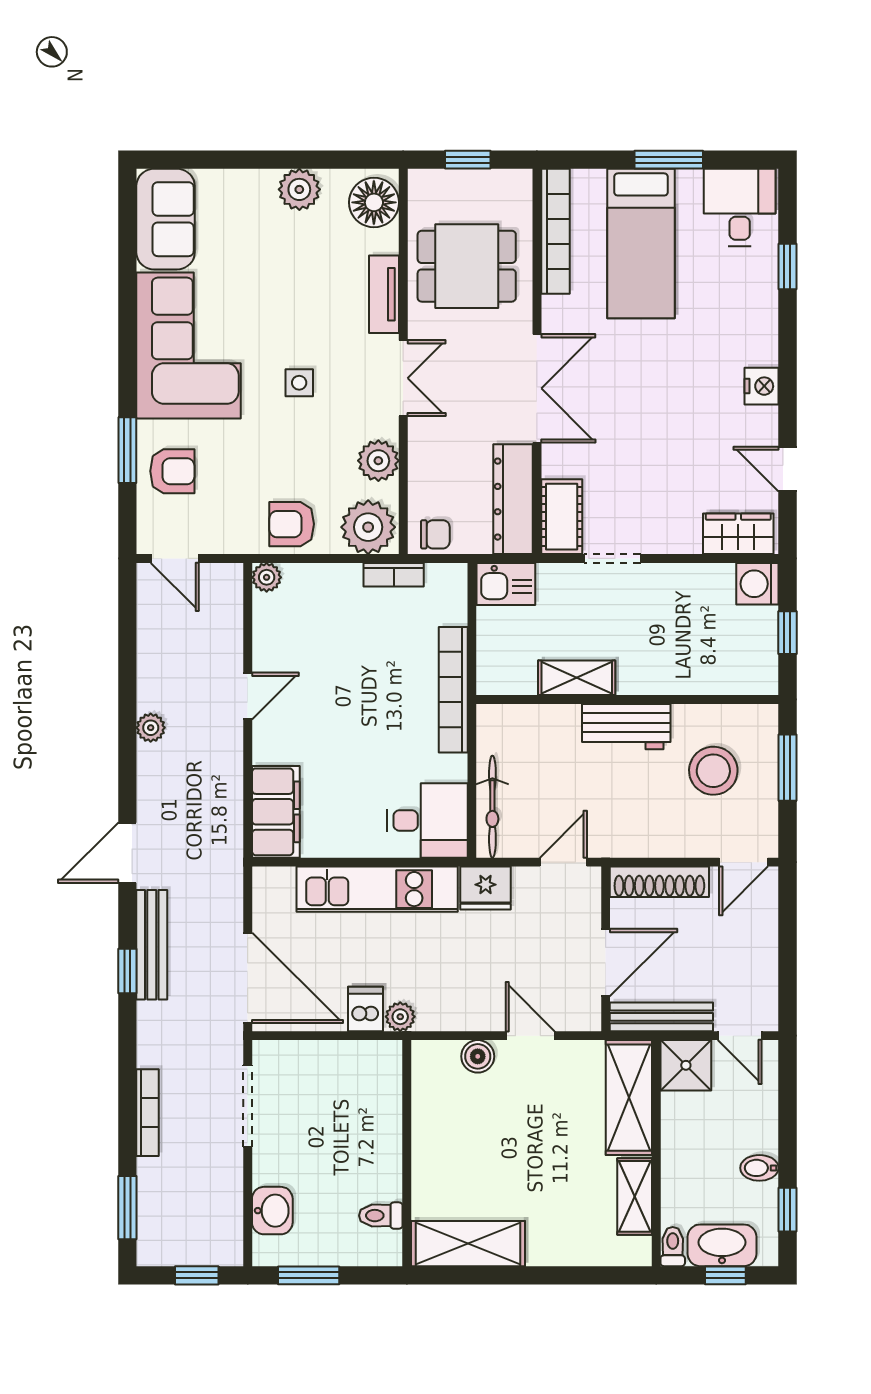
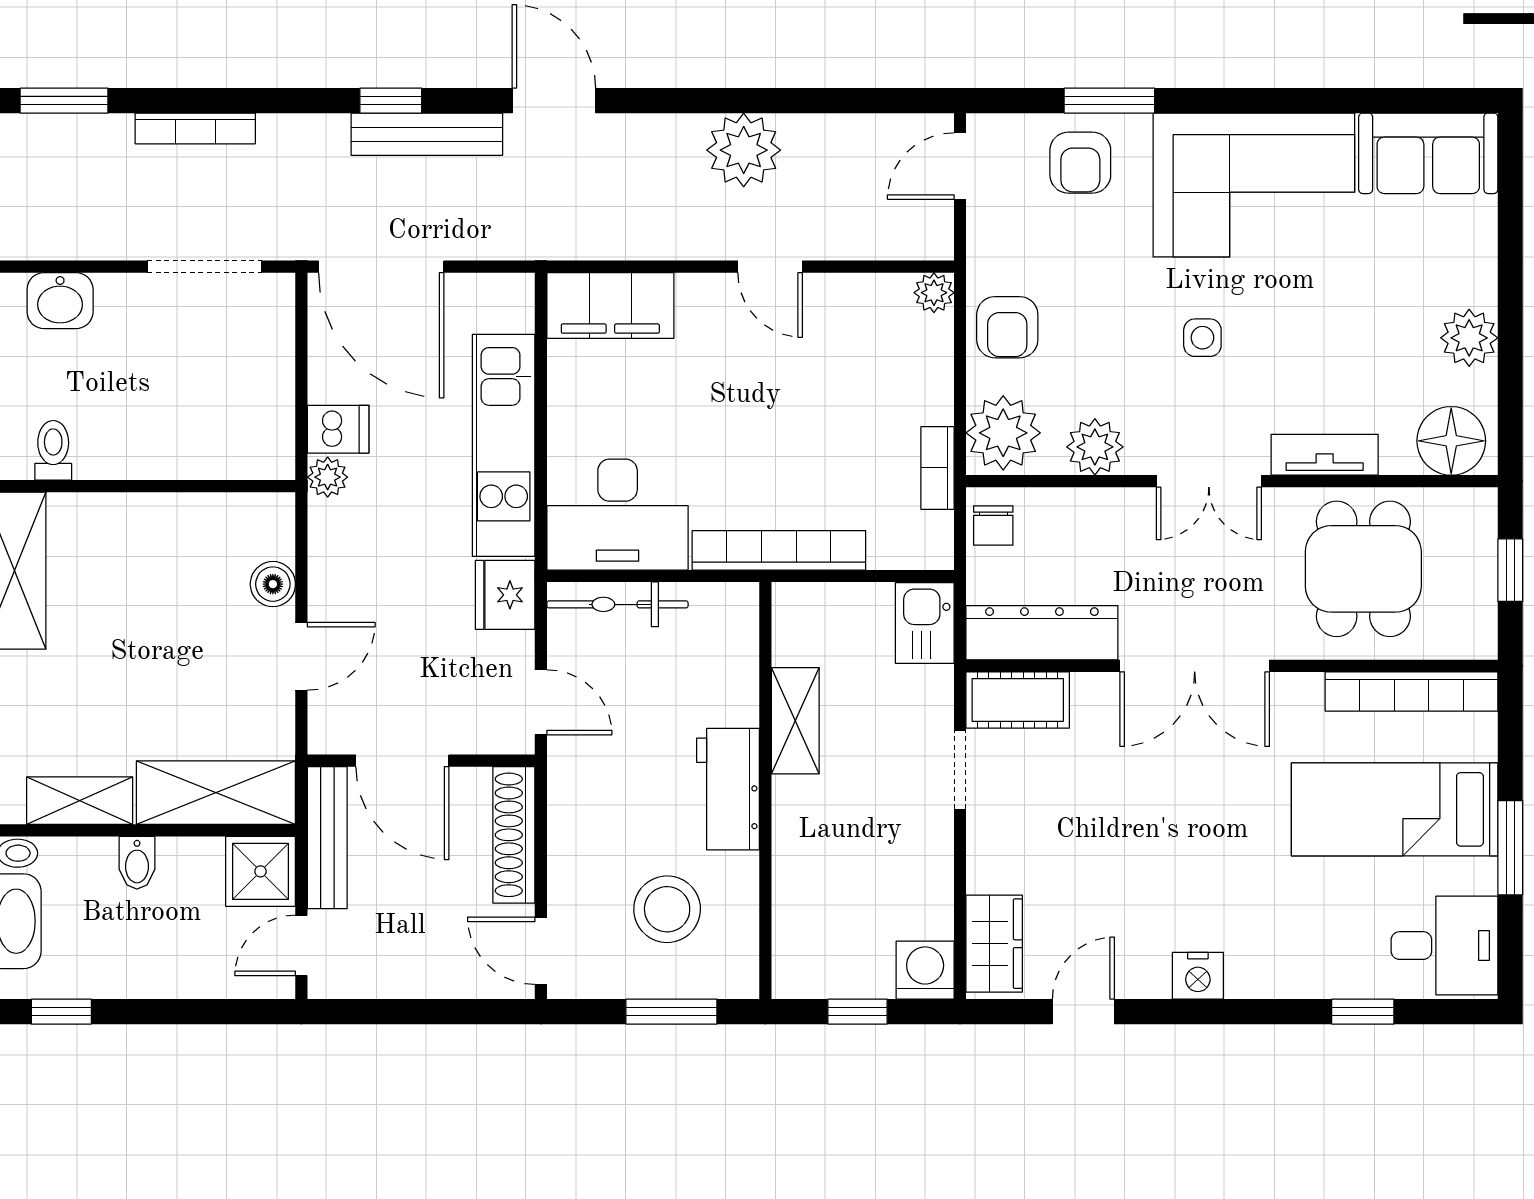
armchair: (292, 524) -> (1007, 327), turned 180
plant: (151, 728) -> (744, 150), width x1.87, depth x1.87
desk: (427, 820) -> (618, 515), width x1.37
door: (248, 978) -> (381, 267), hinge flipped
bidet: (759, 1168) -> (137, 863), moved, turned 180

